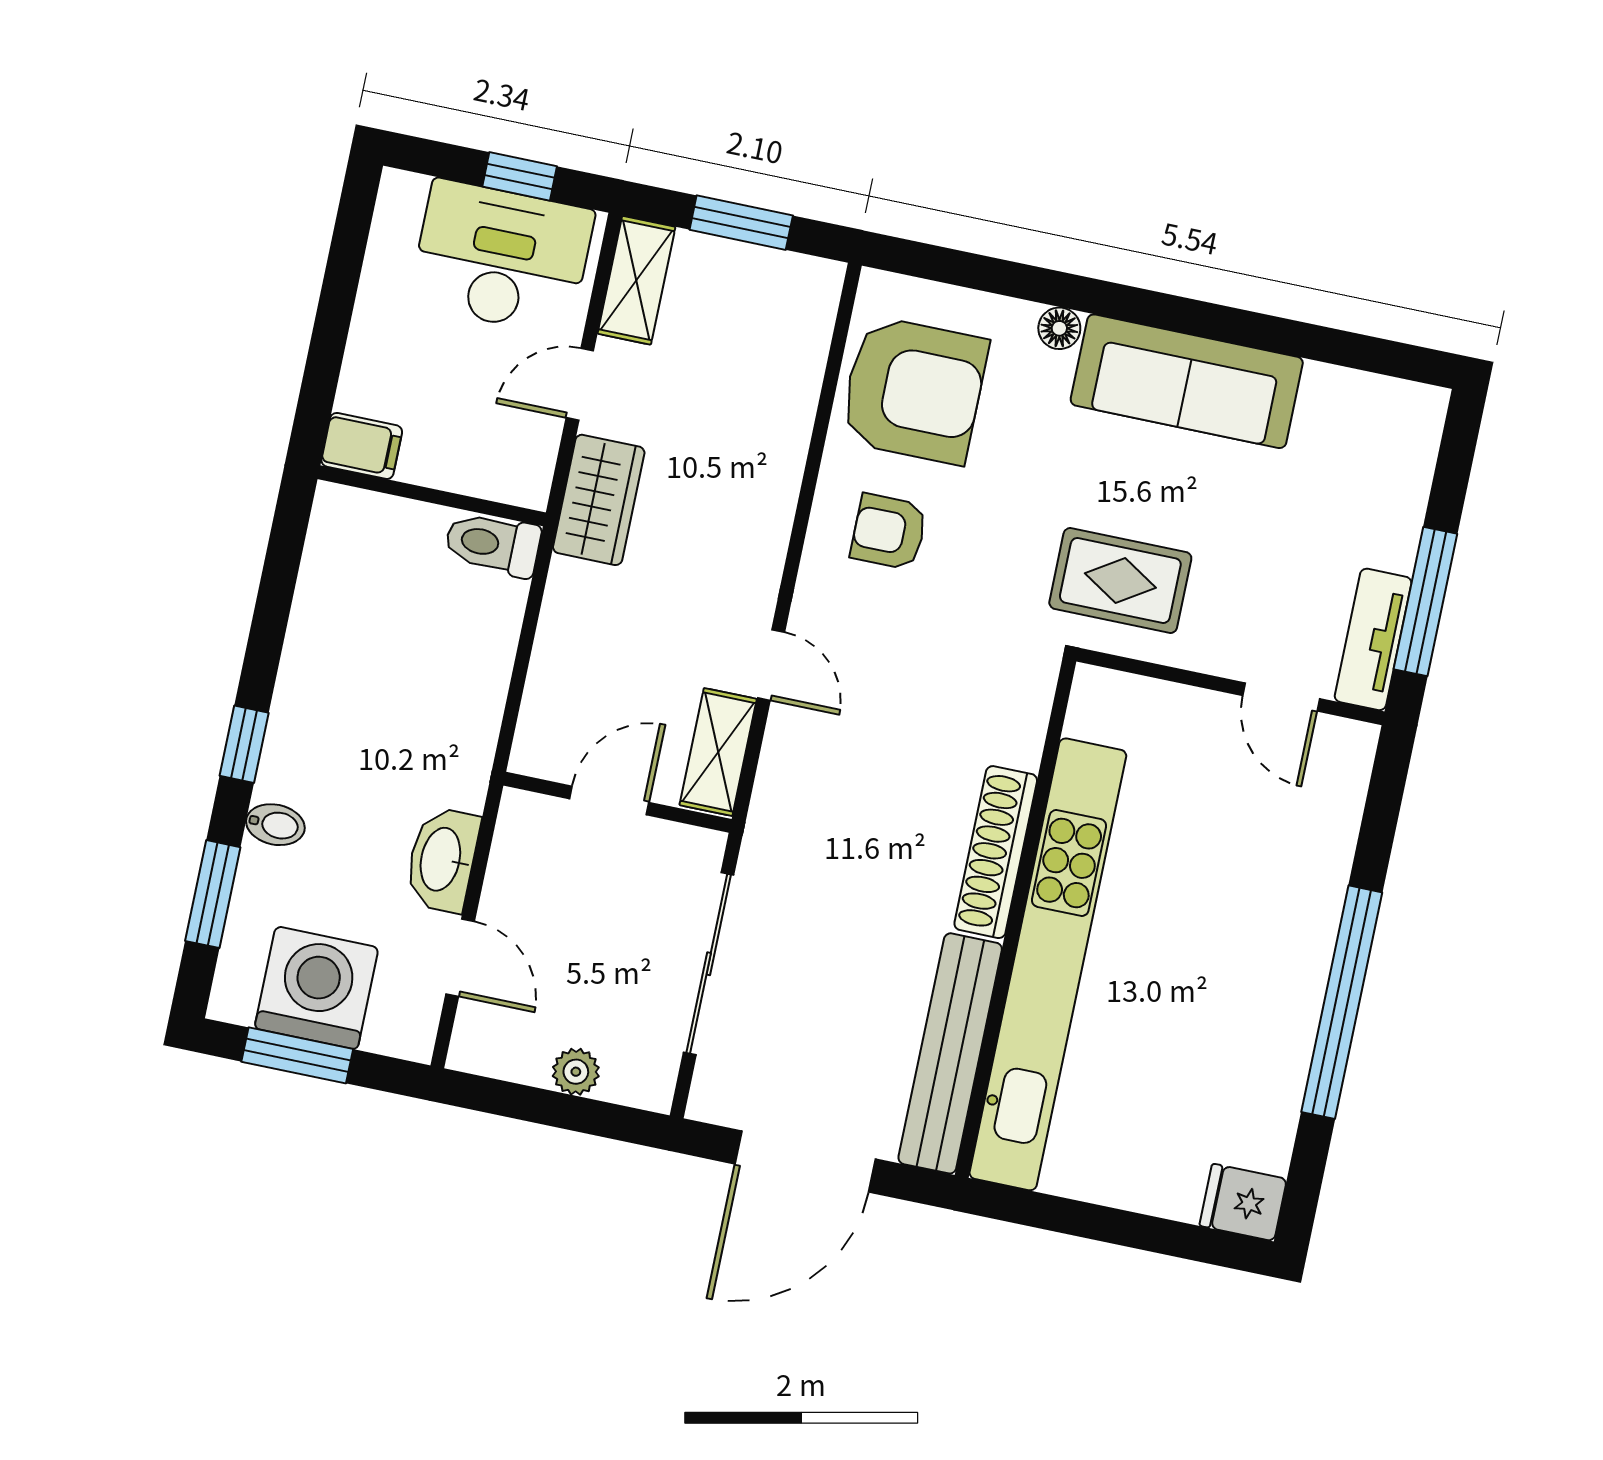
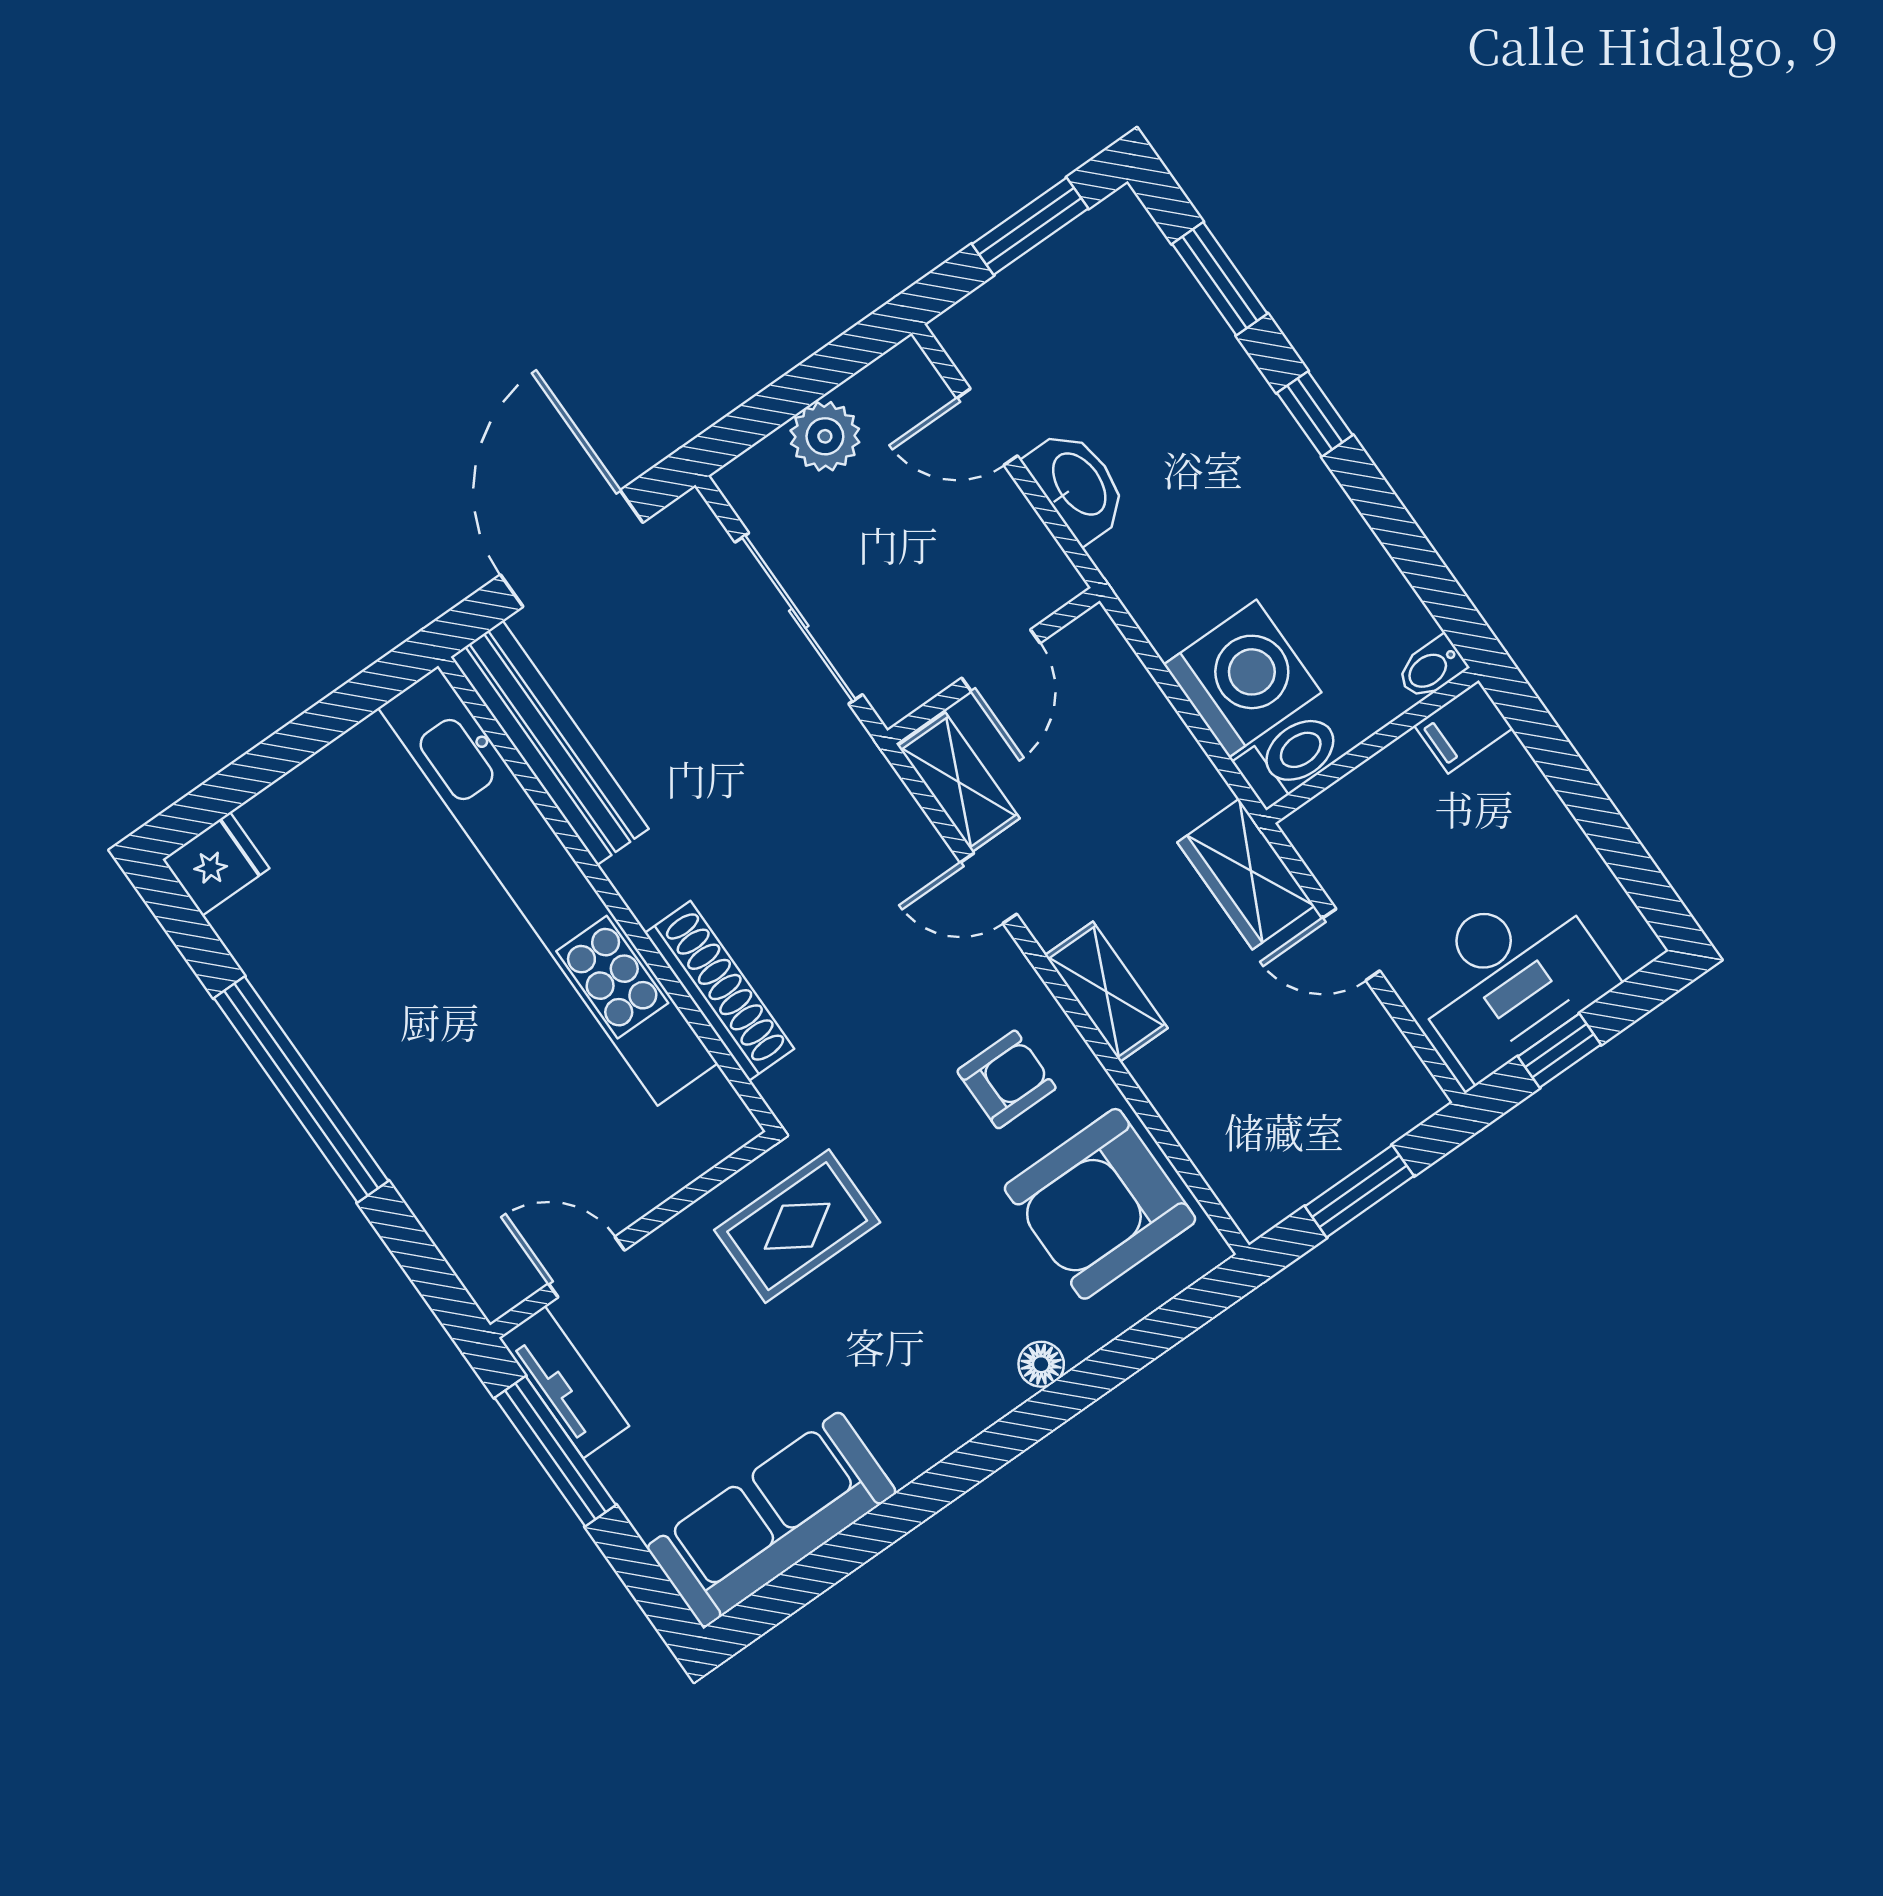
shelving: (636, 280) -> (1106, 992), moved
sofa: (1187, 381) -> (772, 1520), moved
door: (580, 384) -> (1351, 945), swing flipped
bidet: (275, 825) -> (1431, 668), moved
shoe rack: (996, 852) -> (720, 991), moved
washing machine: (316, 988) -> (1243, 678), moved, turned -90
plant: (576, 1072) -> (825, 436), width x1.38, depth x1.38

